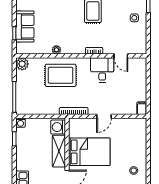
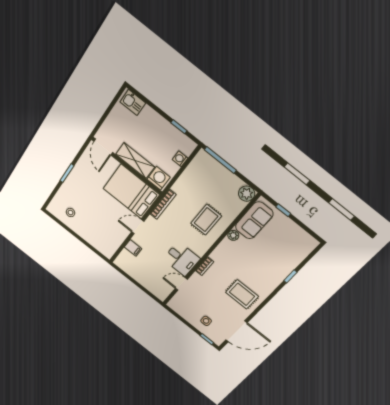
sofa: (25, 27) -> (254, 220), moved, turned -90
rug: (61, 75) -> (206, 220), width x0.73, depth x0.70
filing cabinet: (142, 108) -> (133, 248), moved
door: (104, 116) -> (138, 227), hinge flipped
washing machine: (20, 123) -> (180, 159), moved
bed: (89, 152) -> (131, 192), moved, turned 90

